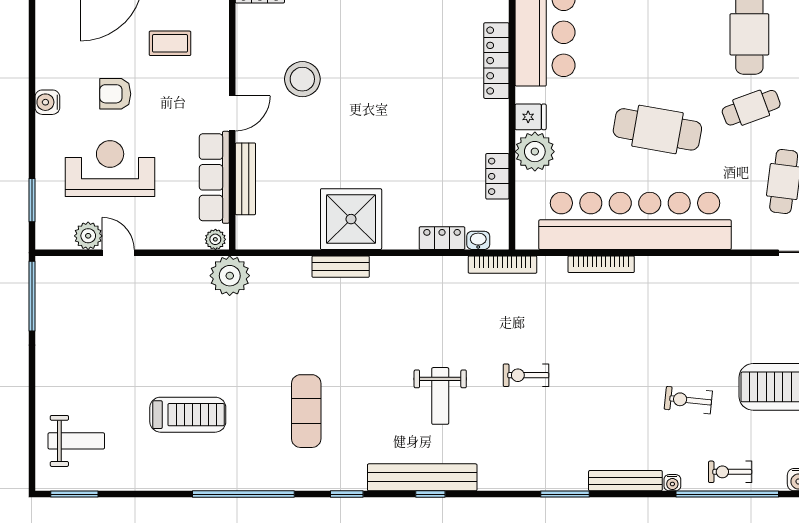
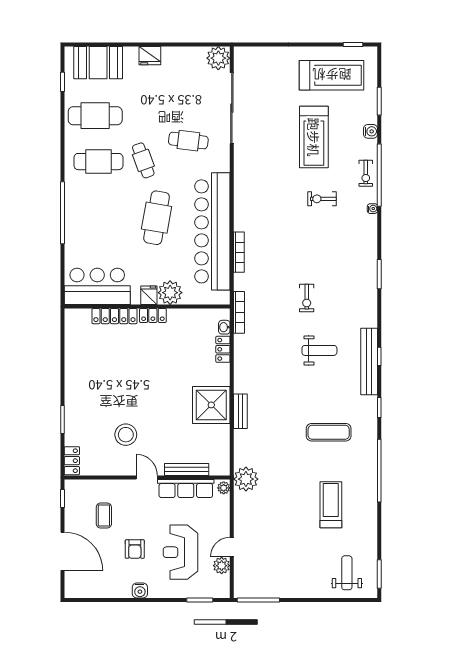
locker: (497, 176) -> (153, 315), moved
exercise bike: (688, 400) -> (322, 199), turned 84
bench: (625, 481) -> (371, 237), removed

